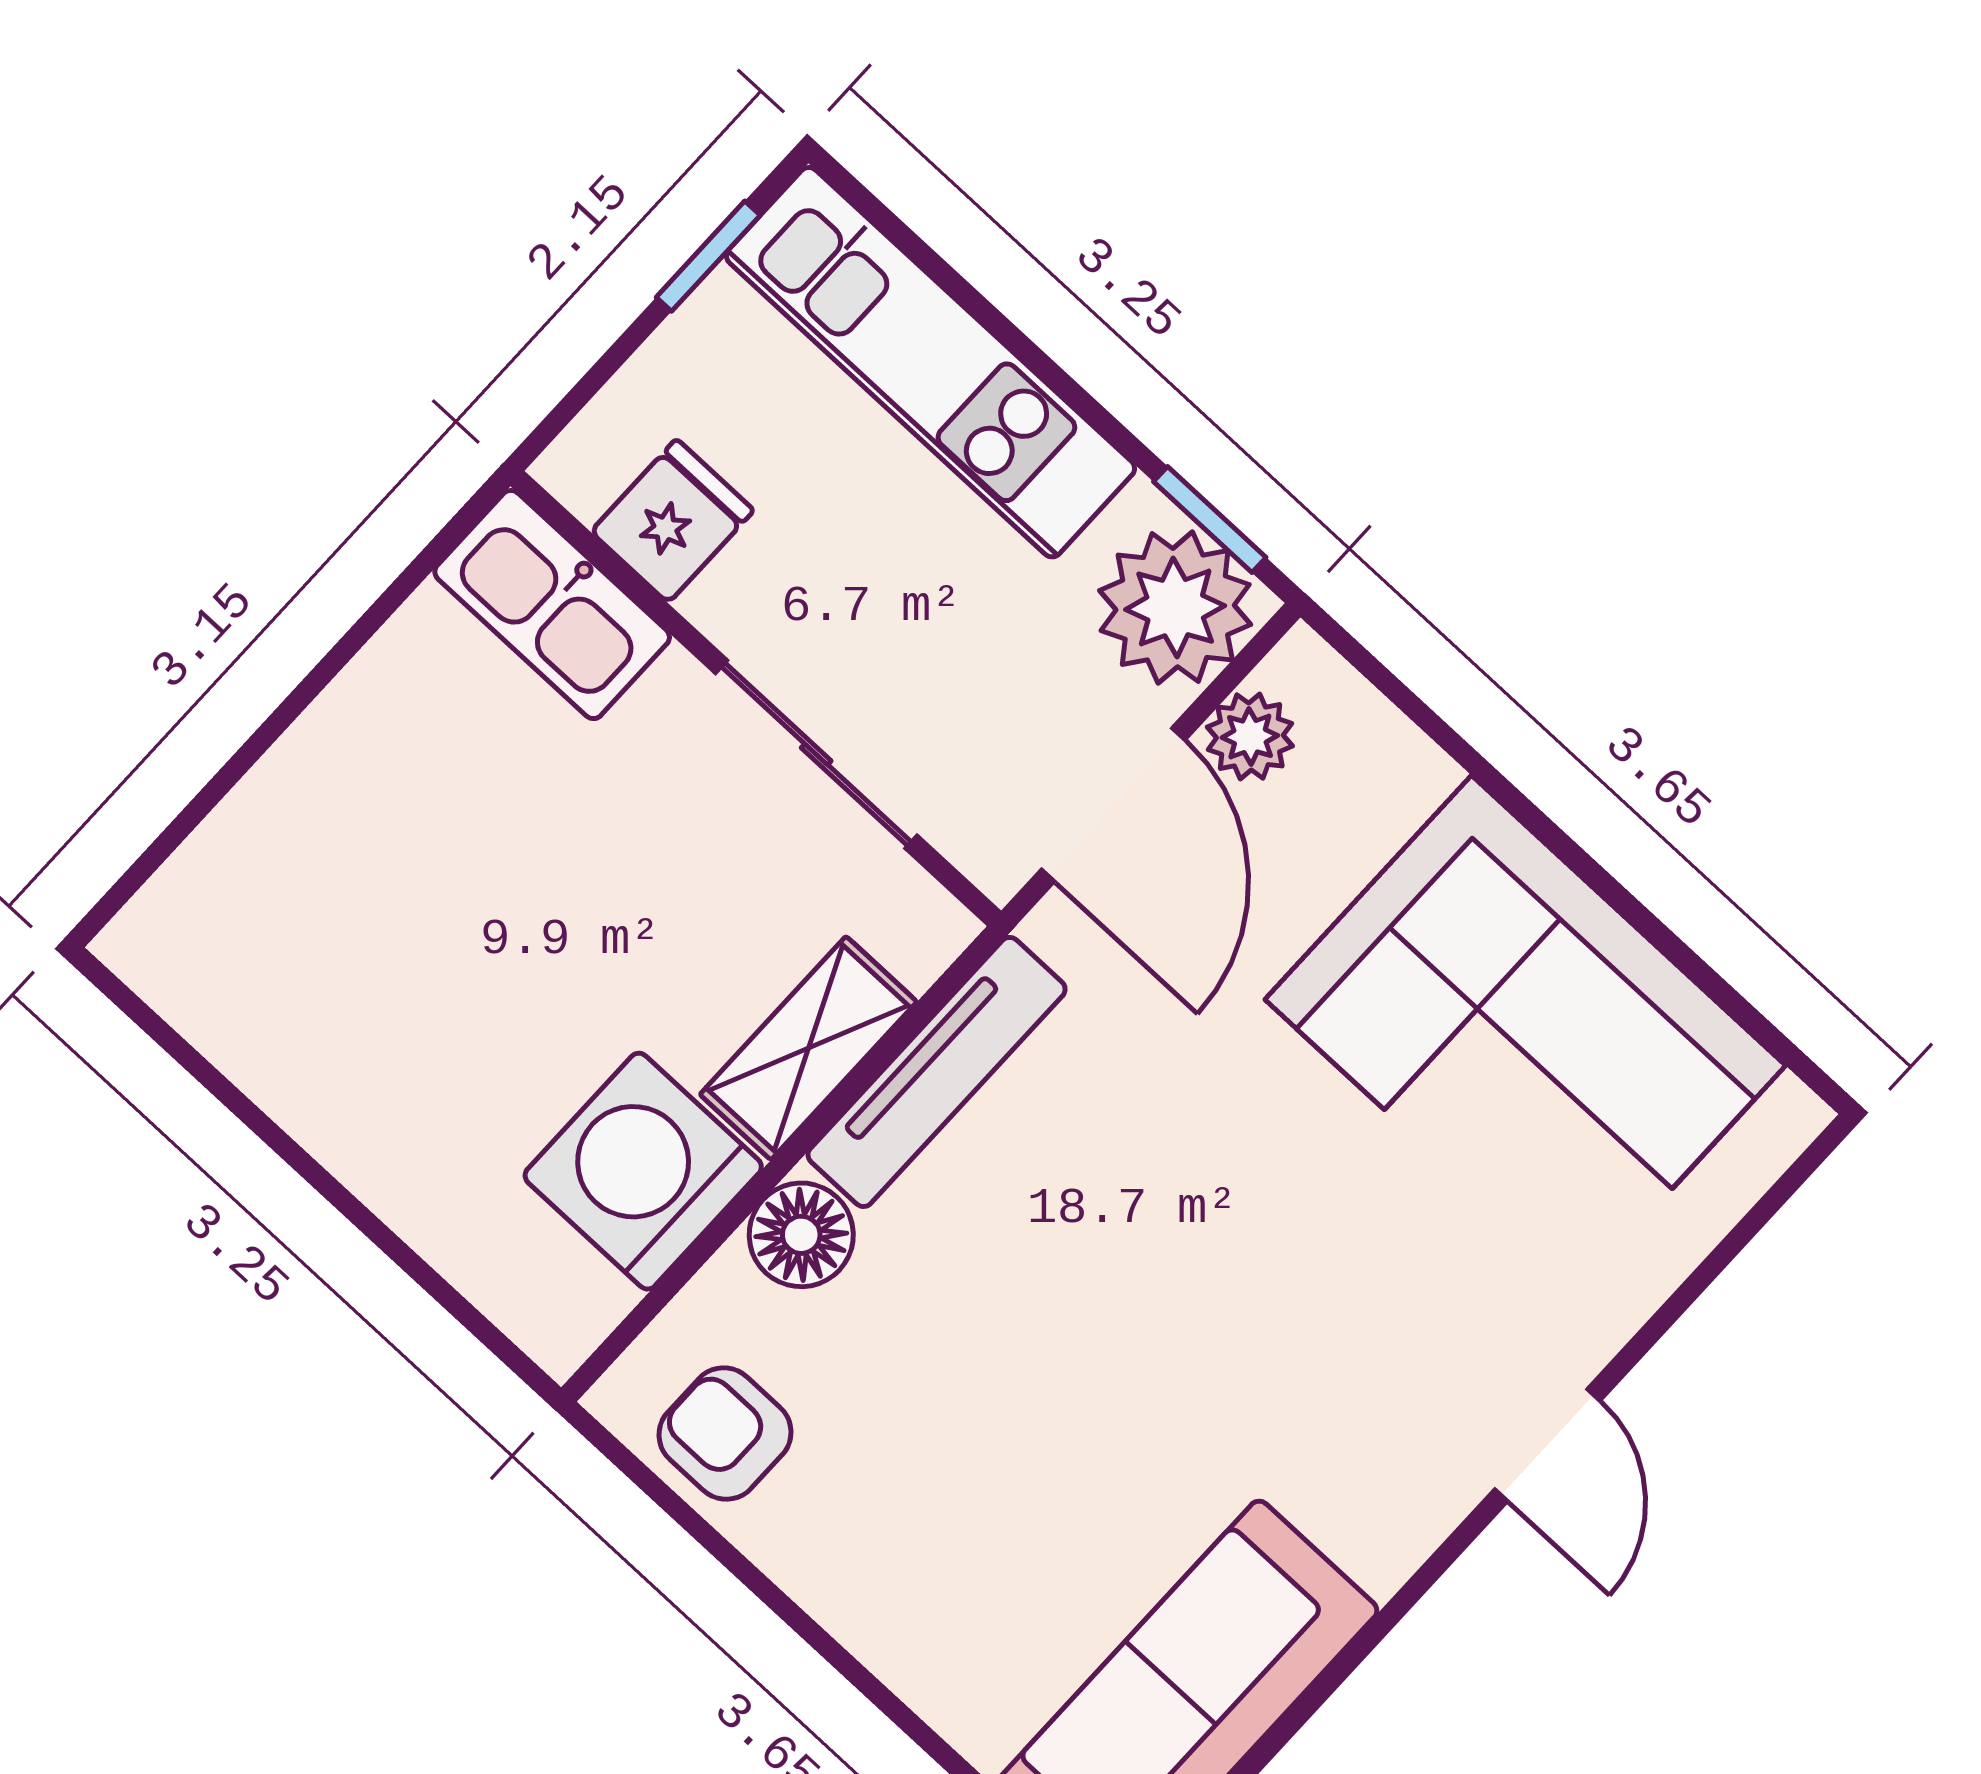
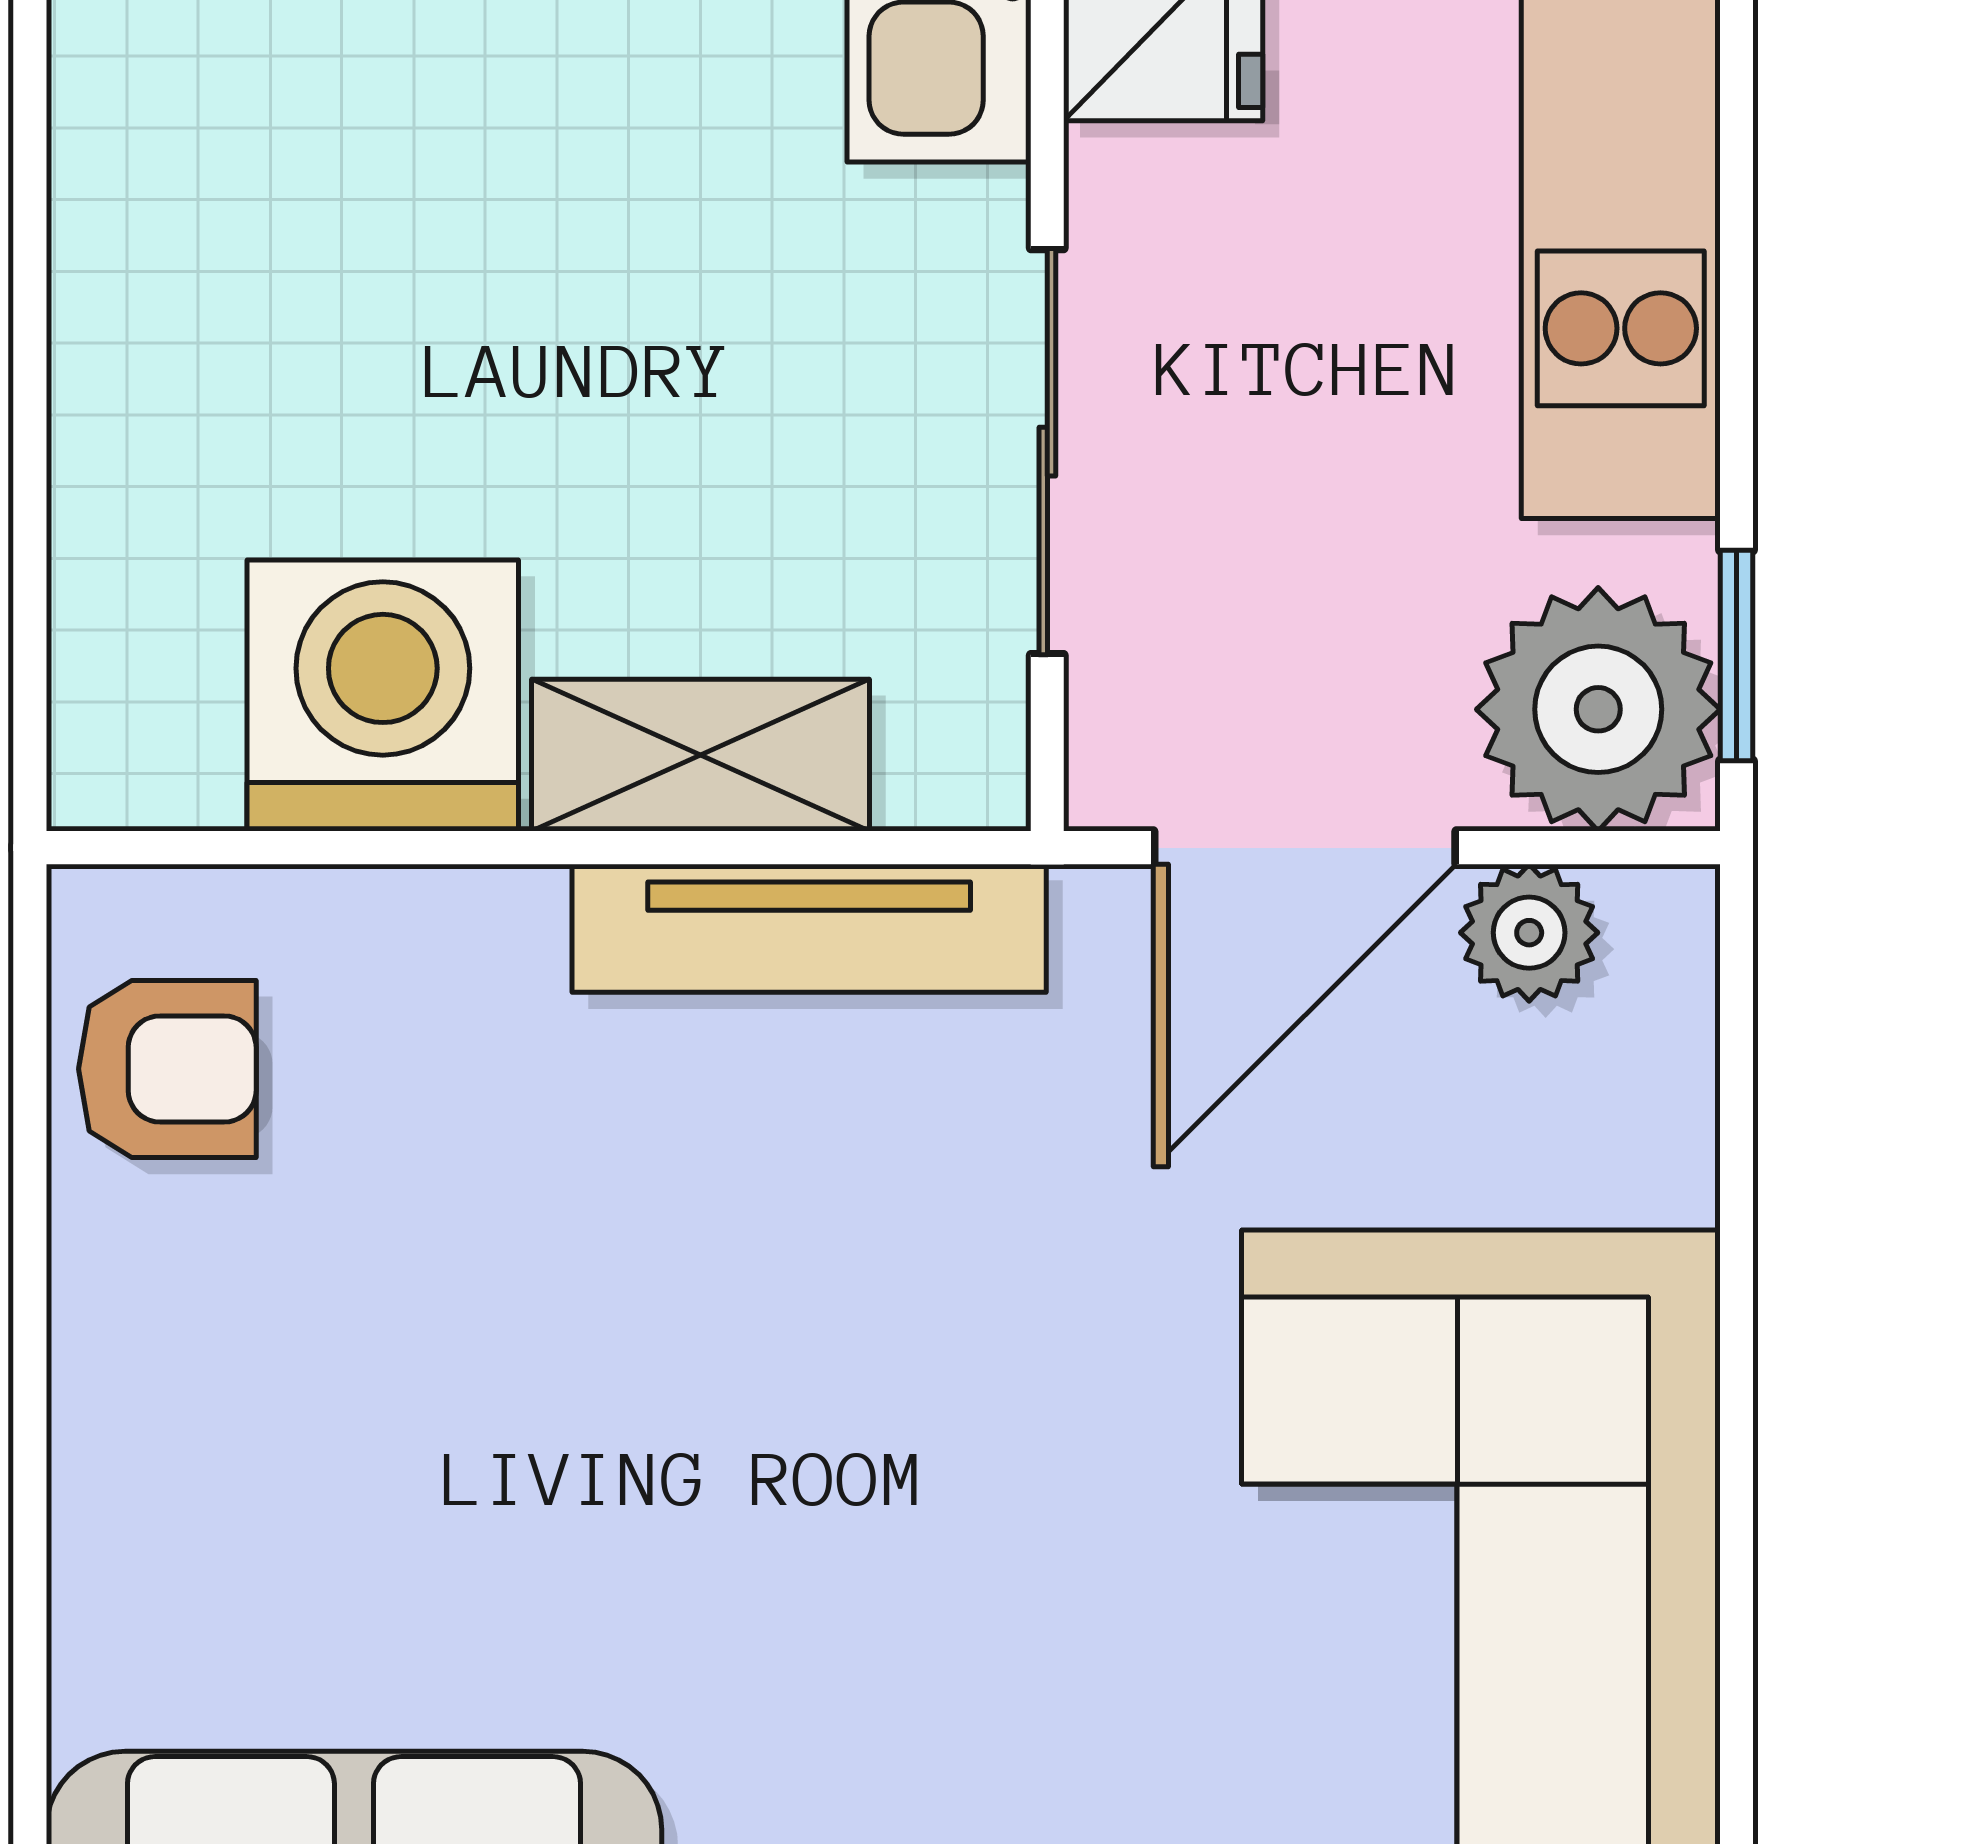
floor lamp: (801, 1235) -> (477, 946), removed
armchair: (725, 1434) -> (167, 1069), turned 90

